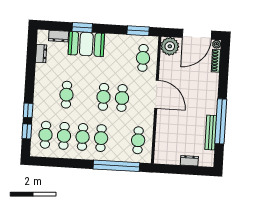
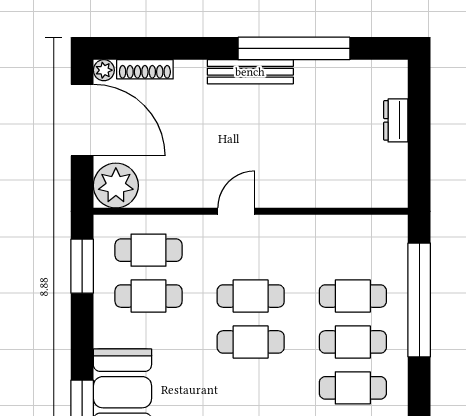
cafe table: (124, 57) -> (149, 296), added
door: (156, 94) -> (236, 211), width x0.53
bench: (211, 133) -> (250, 72), moved
cafe table: (138, 140) -> (353, 296), moved

